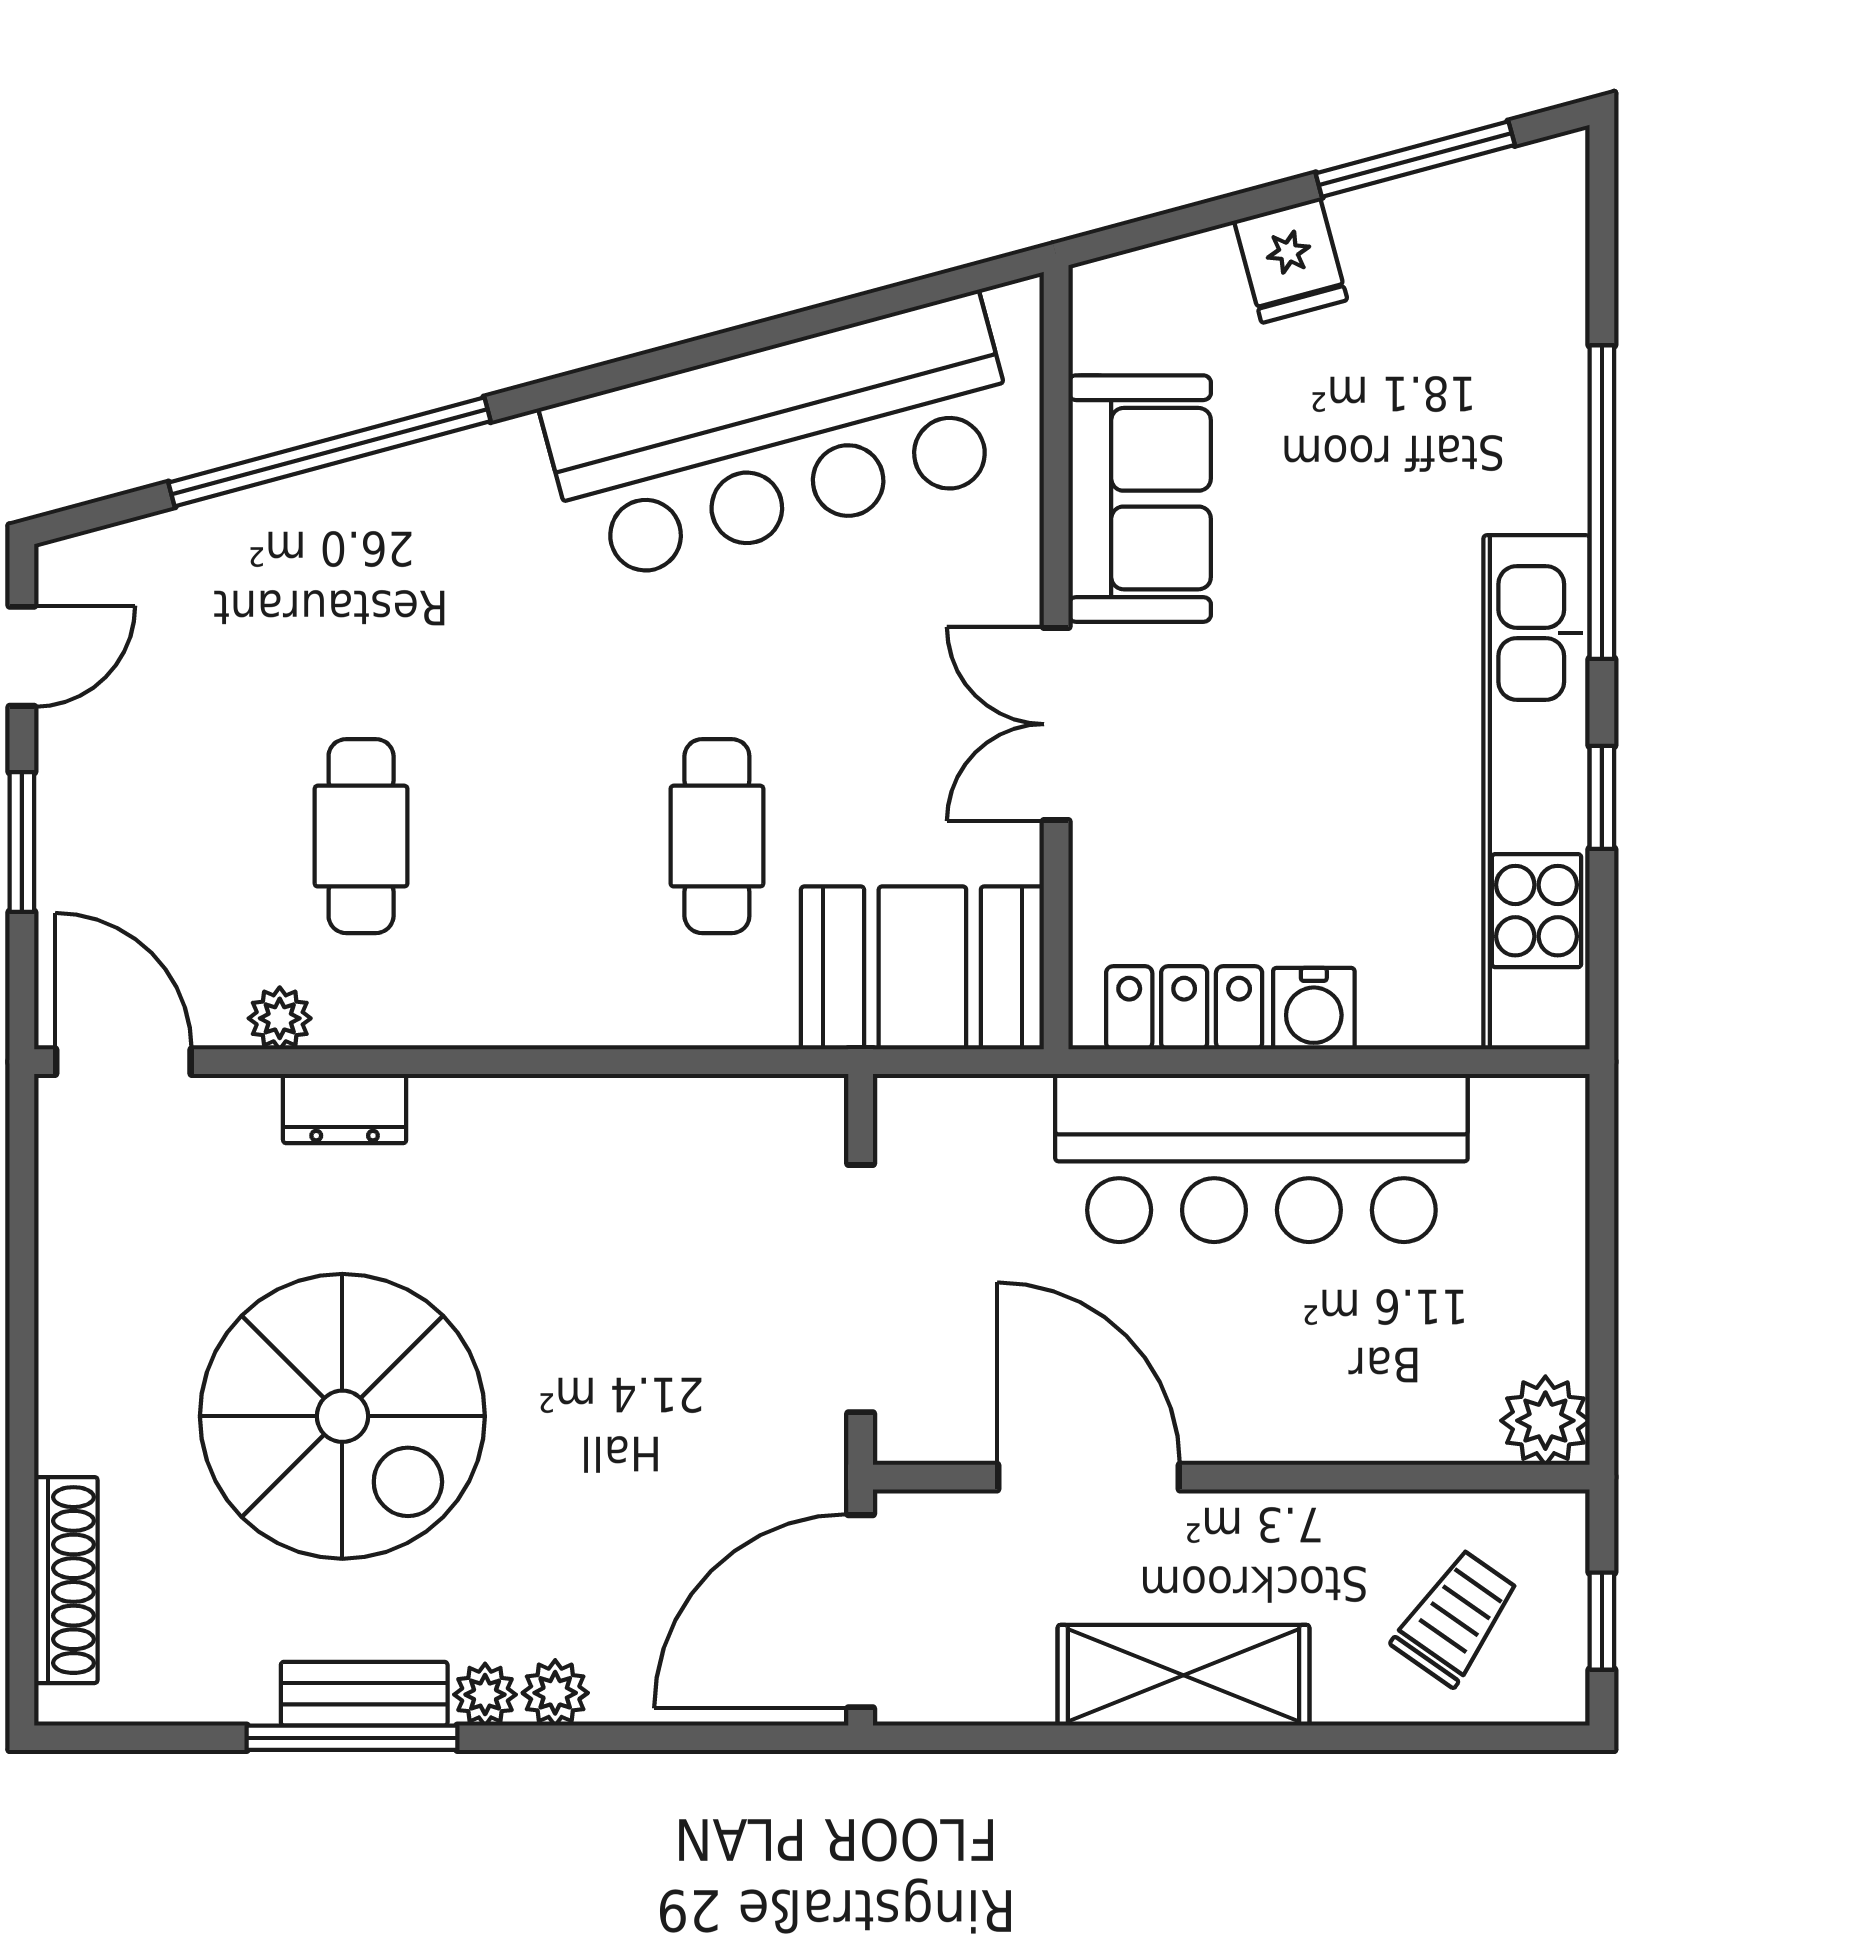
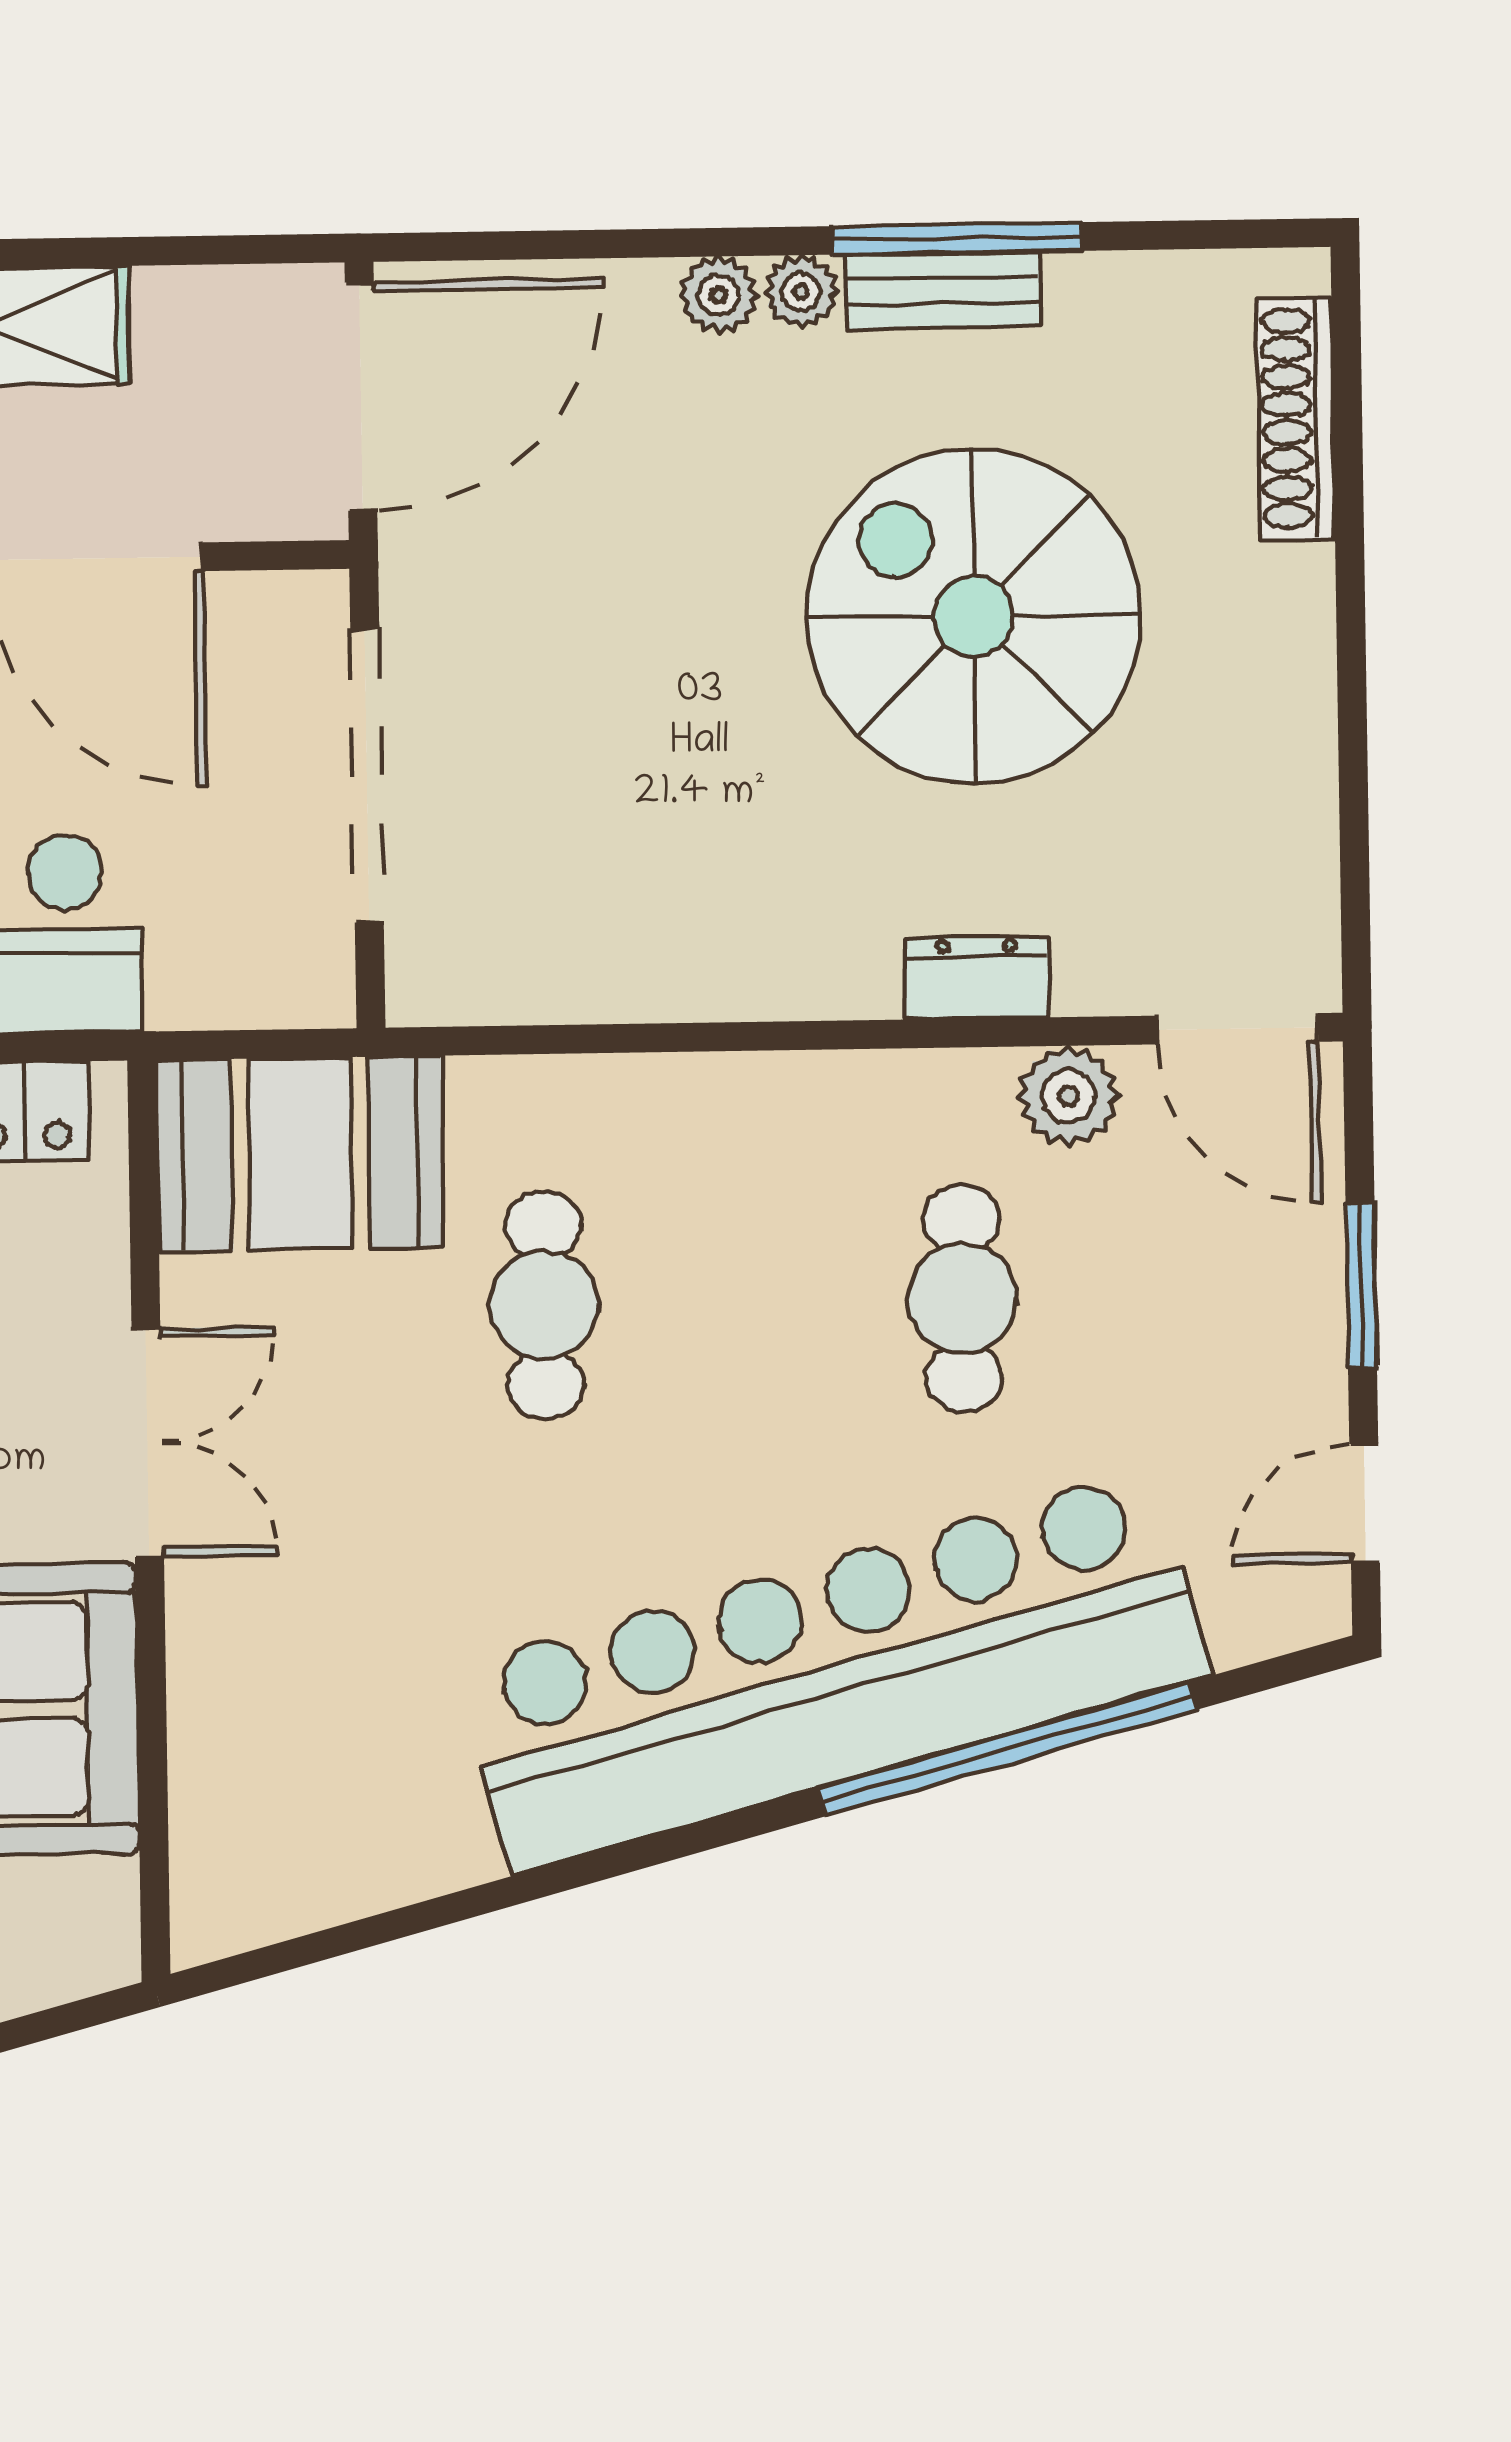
bar counter: (782, 439) -> (833, 1671), moved, width x1.36
plant: (280, 1018) -> (1069, 1096), width x1.38, depth x1.38

